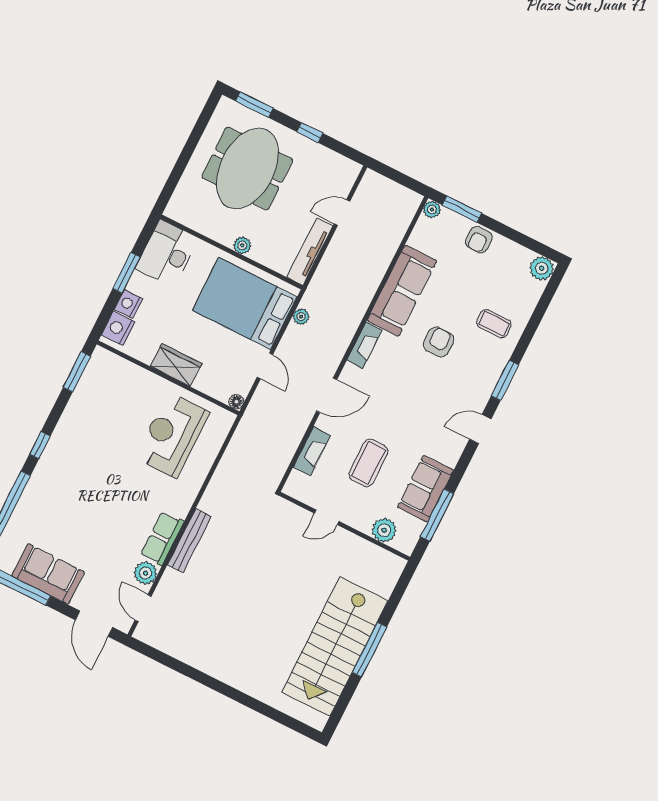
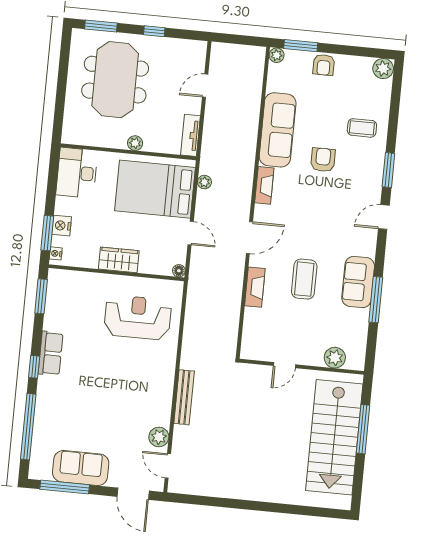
tv unit: (310, 251) -> (191, 135), width x0.71
window: (127, 273) -> (47, 233), moved
nightstand: (118, 328) -> (56, 253), width x0.53, depth x0.56
reception desk: (172, 435) -> (138, 317), turned 90
door: (327, 517) -> (285, 365), moved
wall: (344, 526) -> (302, 367), moved
plant: (384, 530) -> (335, 358), moved
row of seats: (162, 538) -> (51, 353), moved, turned 180

